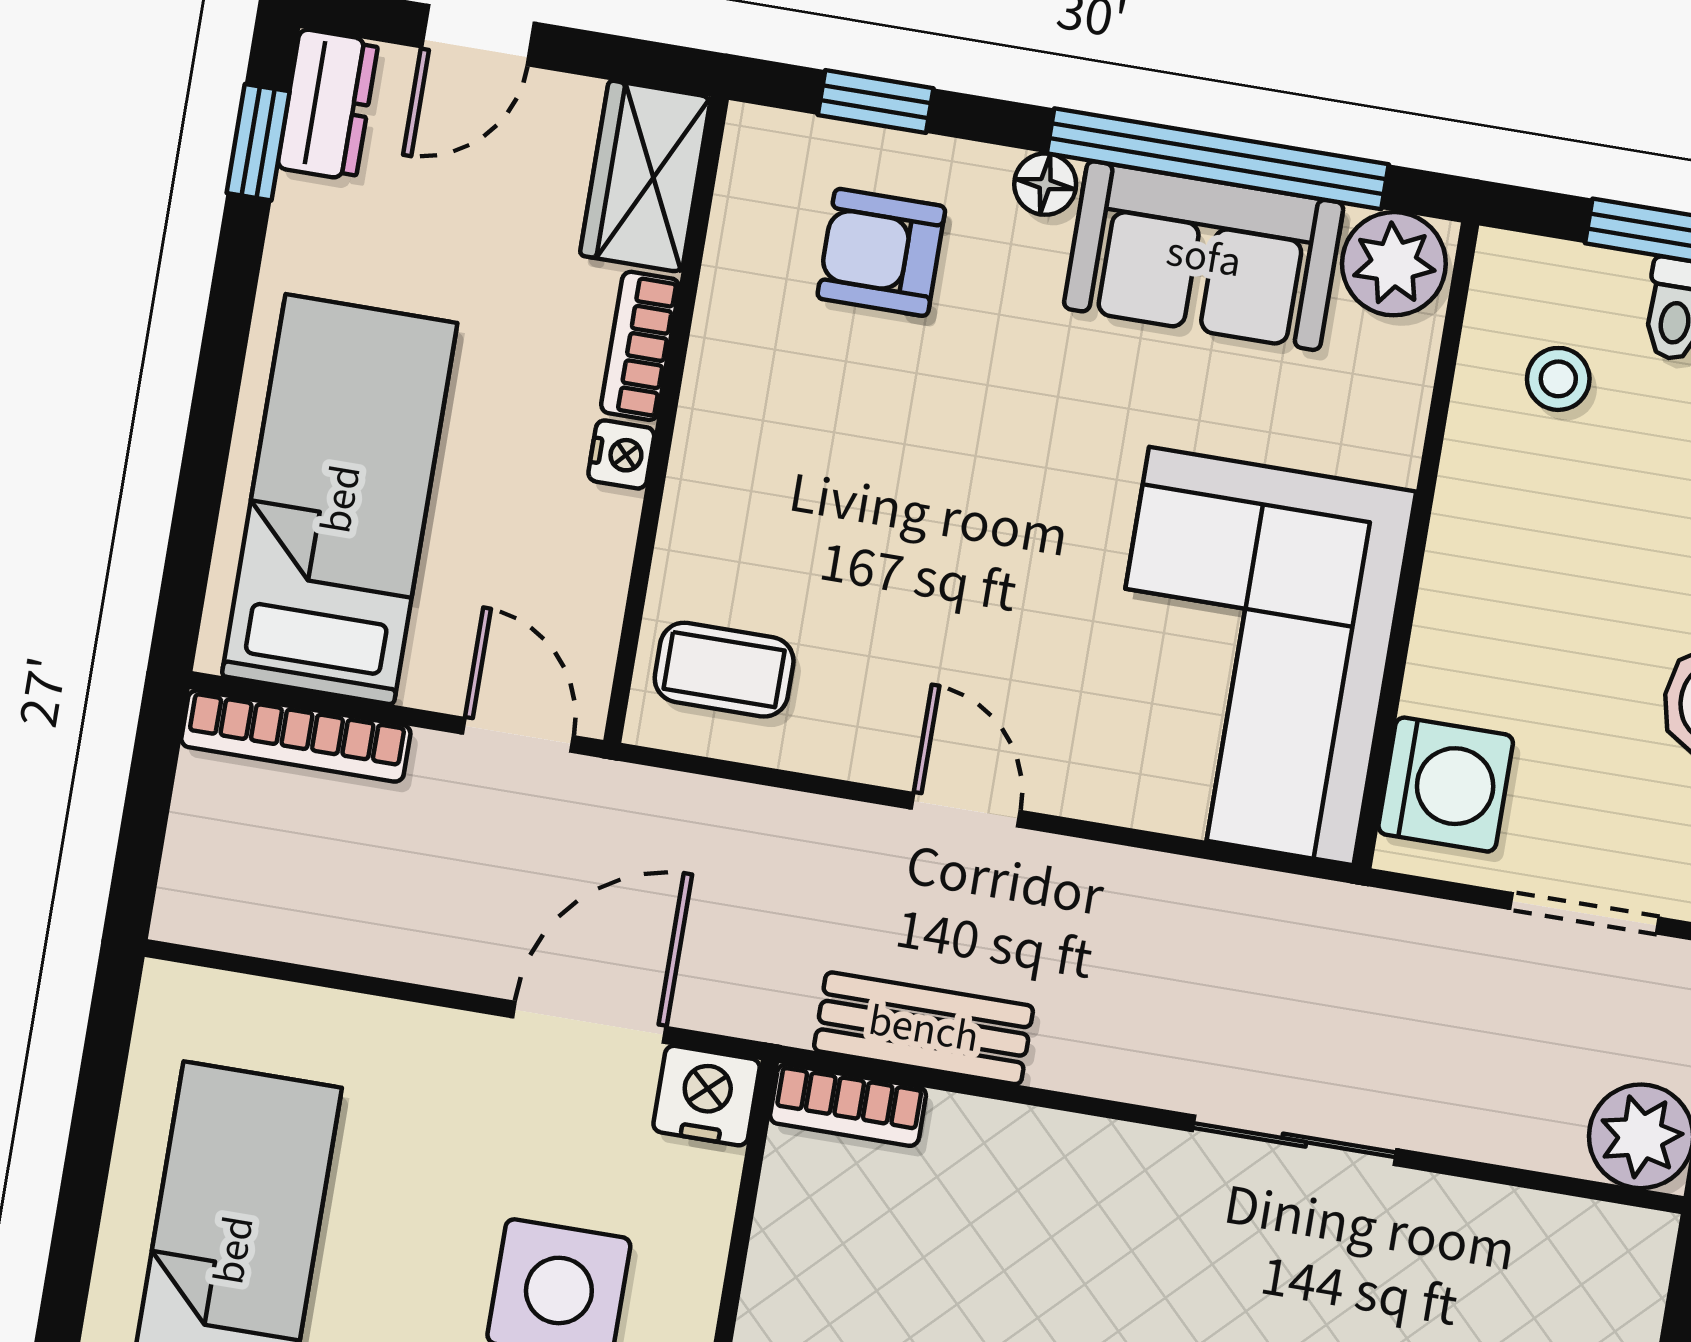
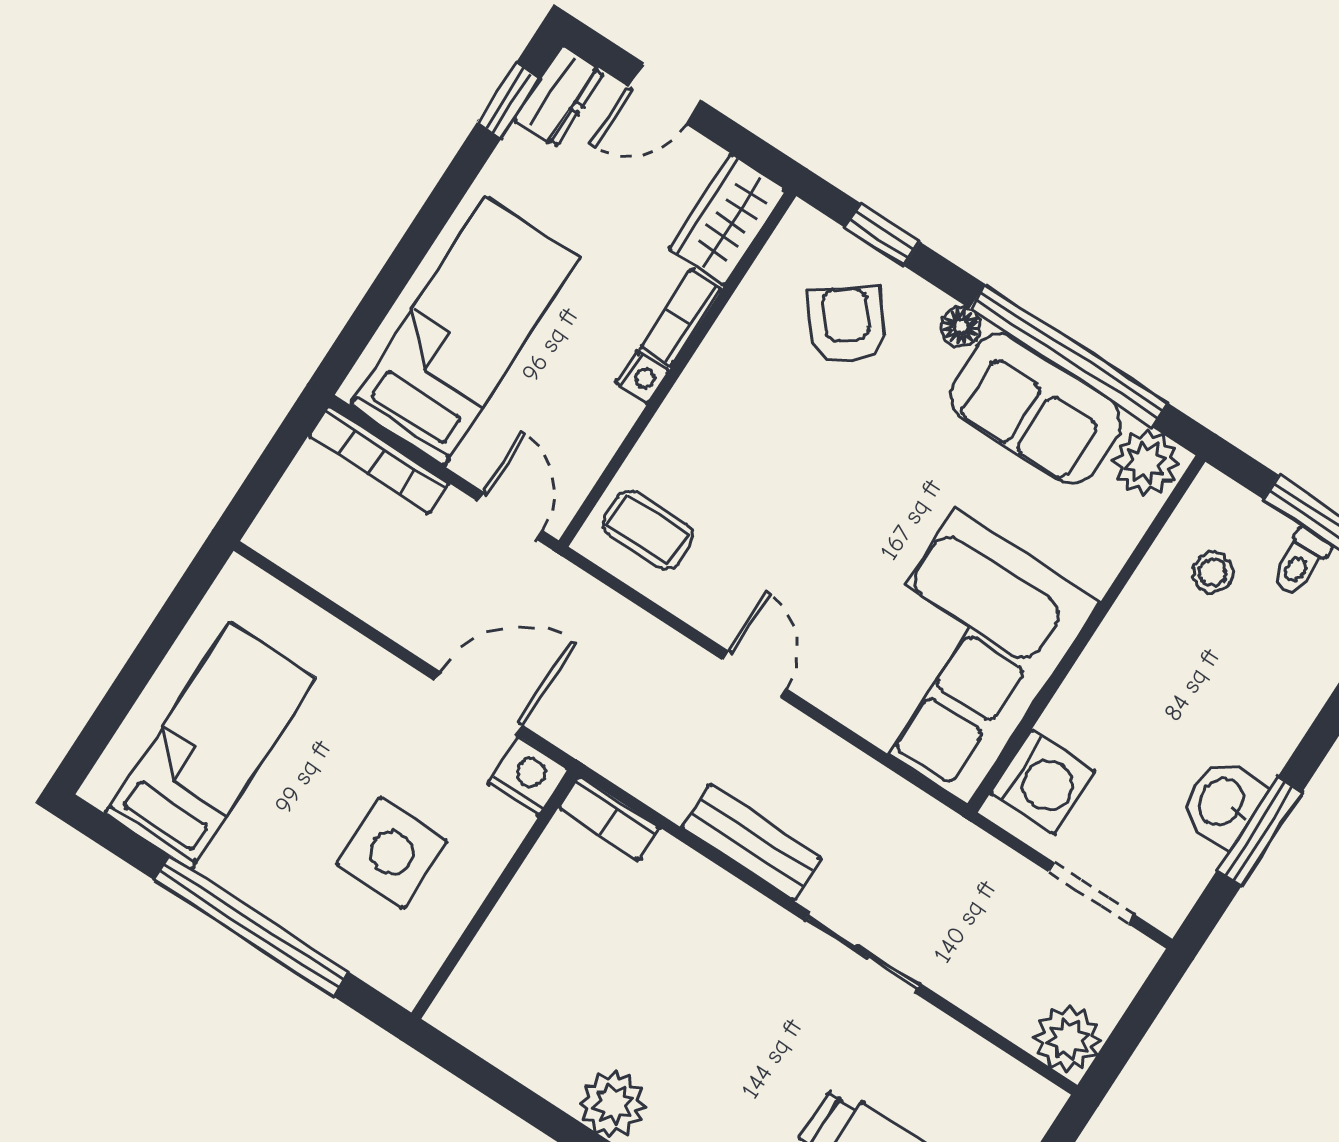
armchair: (881, 252) -> (847, 325), turned 51
bench: (924, 1028) -> (751, 843), moved

